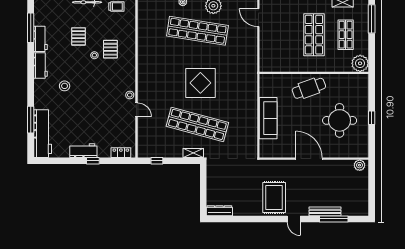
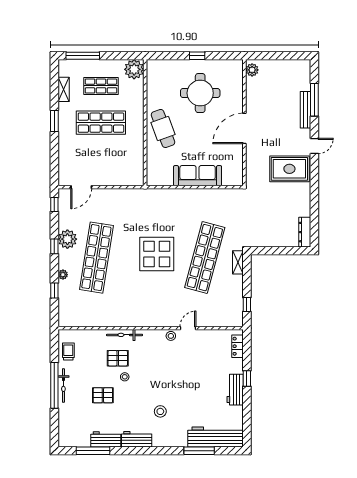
bicycle: (131, 55) -> (125, 335), added

